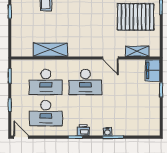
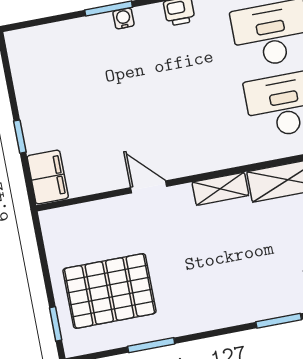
shelving: (137, 51) -> (220, 189), moved
desk: (85, 82) -> (195, 122), removed

